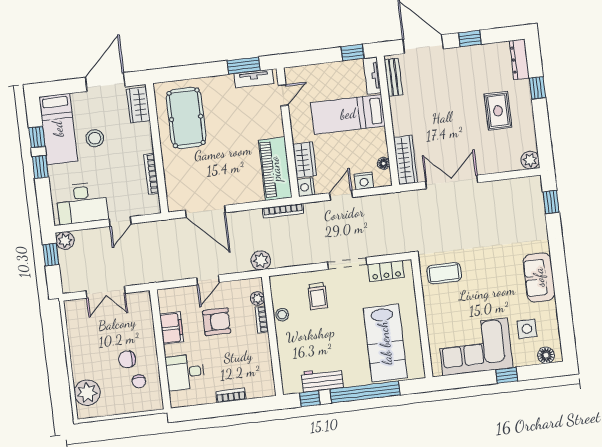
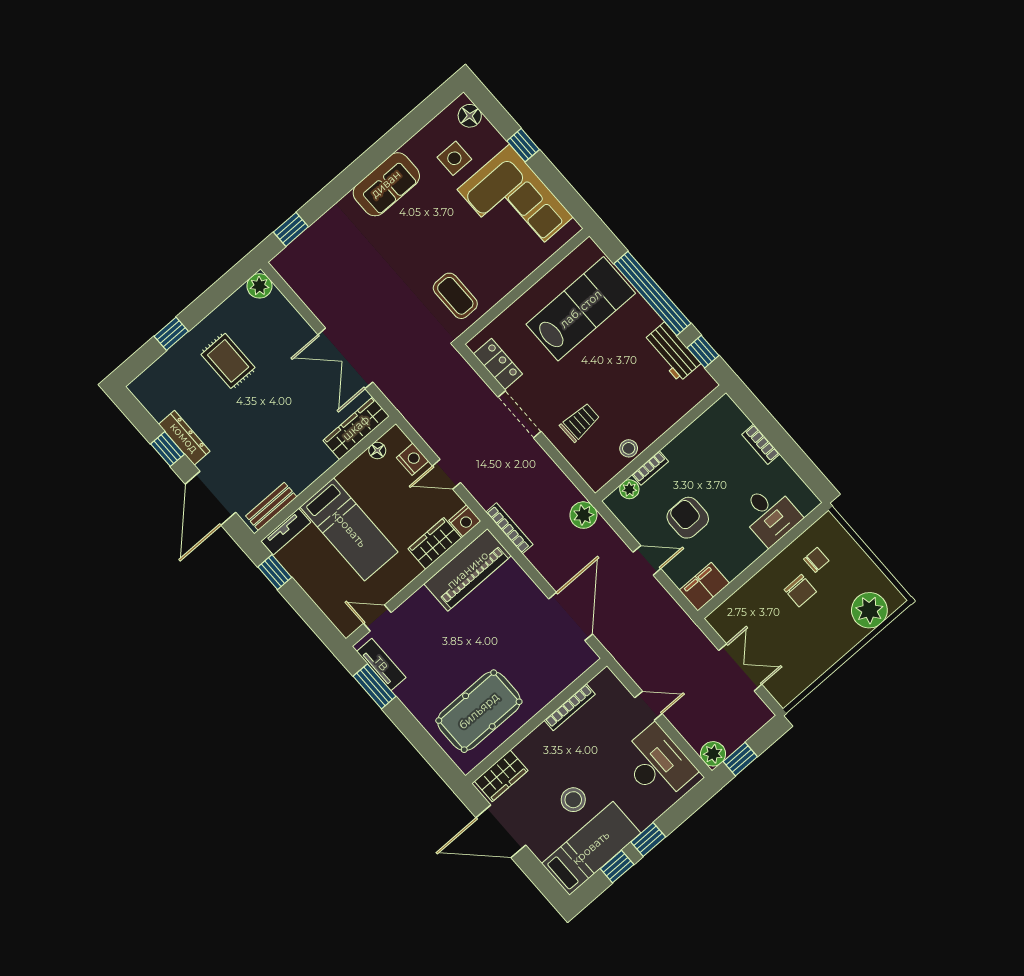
dresser: (519, 59) -> (184, 438), moved, turned -90
rug: (498, 111) -> (228, 361), turned 90
filing cabinet: (172, 328) -> (704, 587), moved

